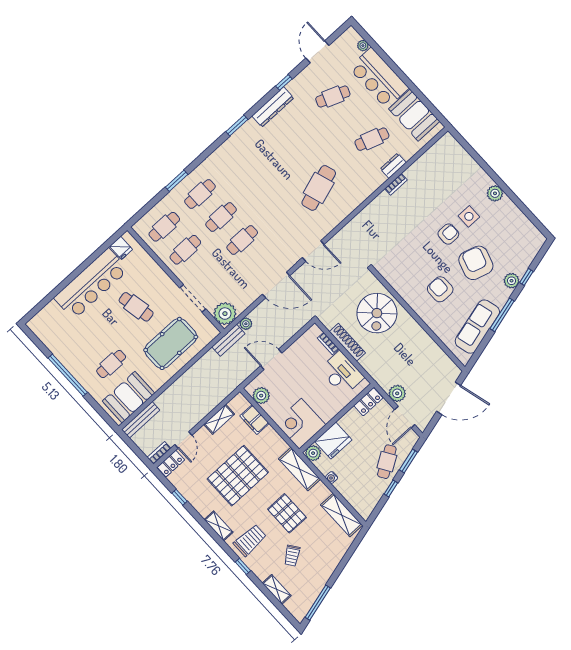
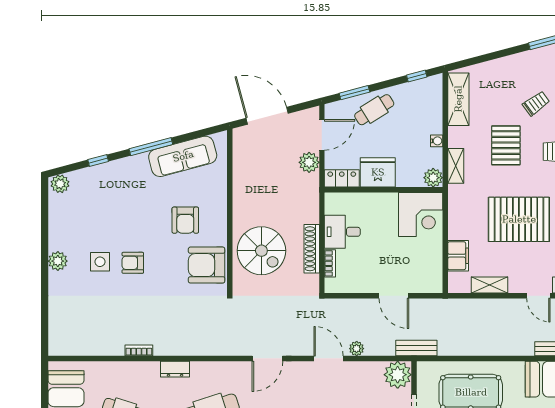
dresser: (393, 166) -> (175, 369), moved
door: (313, 251) -> (267, 358), swing flipped
armchair: (476, 263) -> (207, 265), moved, turned 73
plant: (512, 281) -> (60, 184), moved
door: (276, 285) -> (329, 358), width x0.73
spiral stairs: (377, 313) -> (261, 251), turned 90
plant: (246, 324) -> (357, 349), moved
desk: (342, 373) -> (342, 232), width x0.73
plant: (261, 396) -> (432, 272), removed
door: (183, 440) -> (538, 296), swing flipped
fridge: (333, 441) -> (378, 172), moved
shelving: (299, 469) -> (456, 166), width x0.67, depth x0.75
window: (391, 488) -> (417, 76), moved

